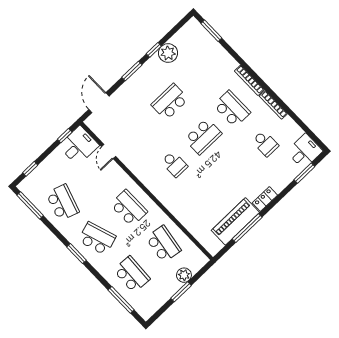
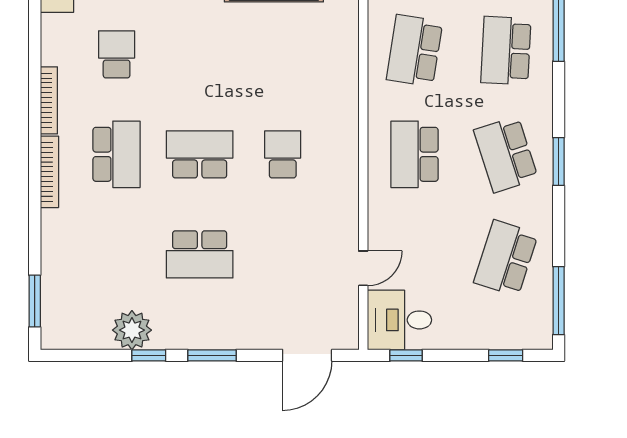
school desk: (232, 109) -> (117, 154), turned 180

